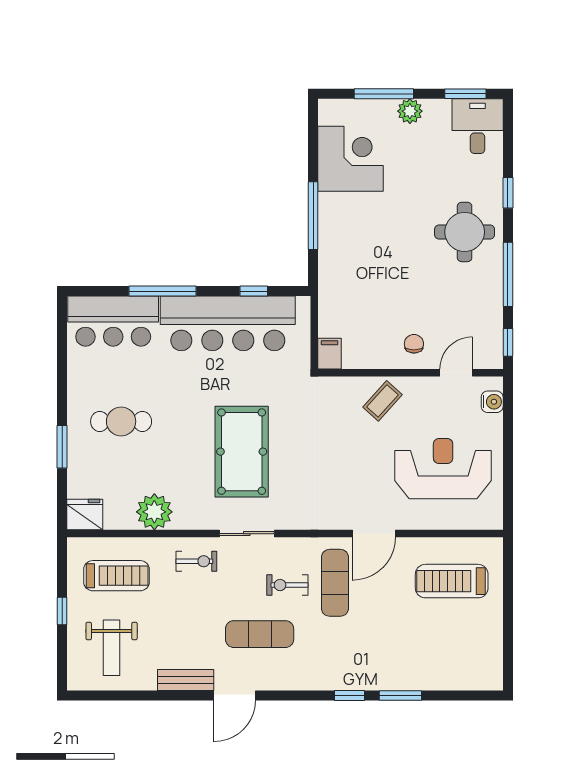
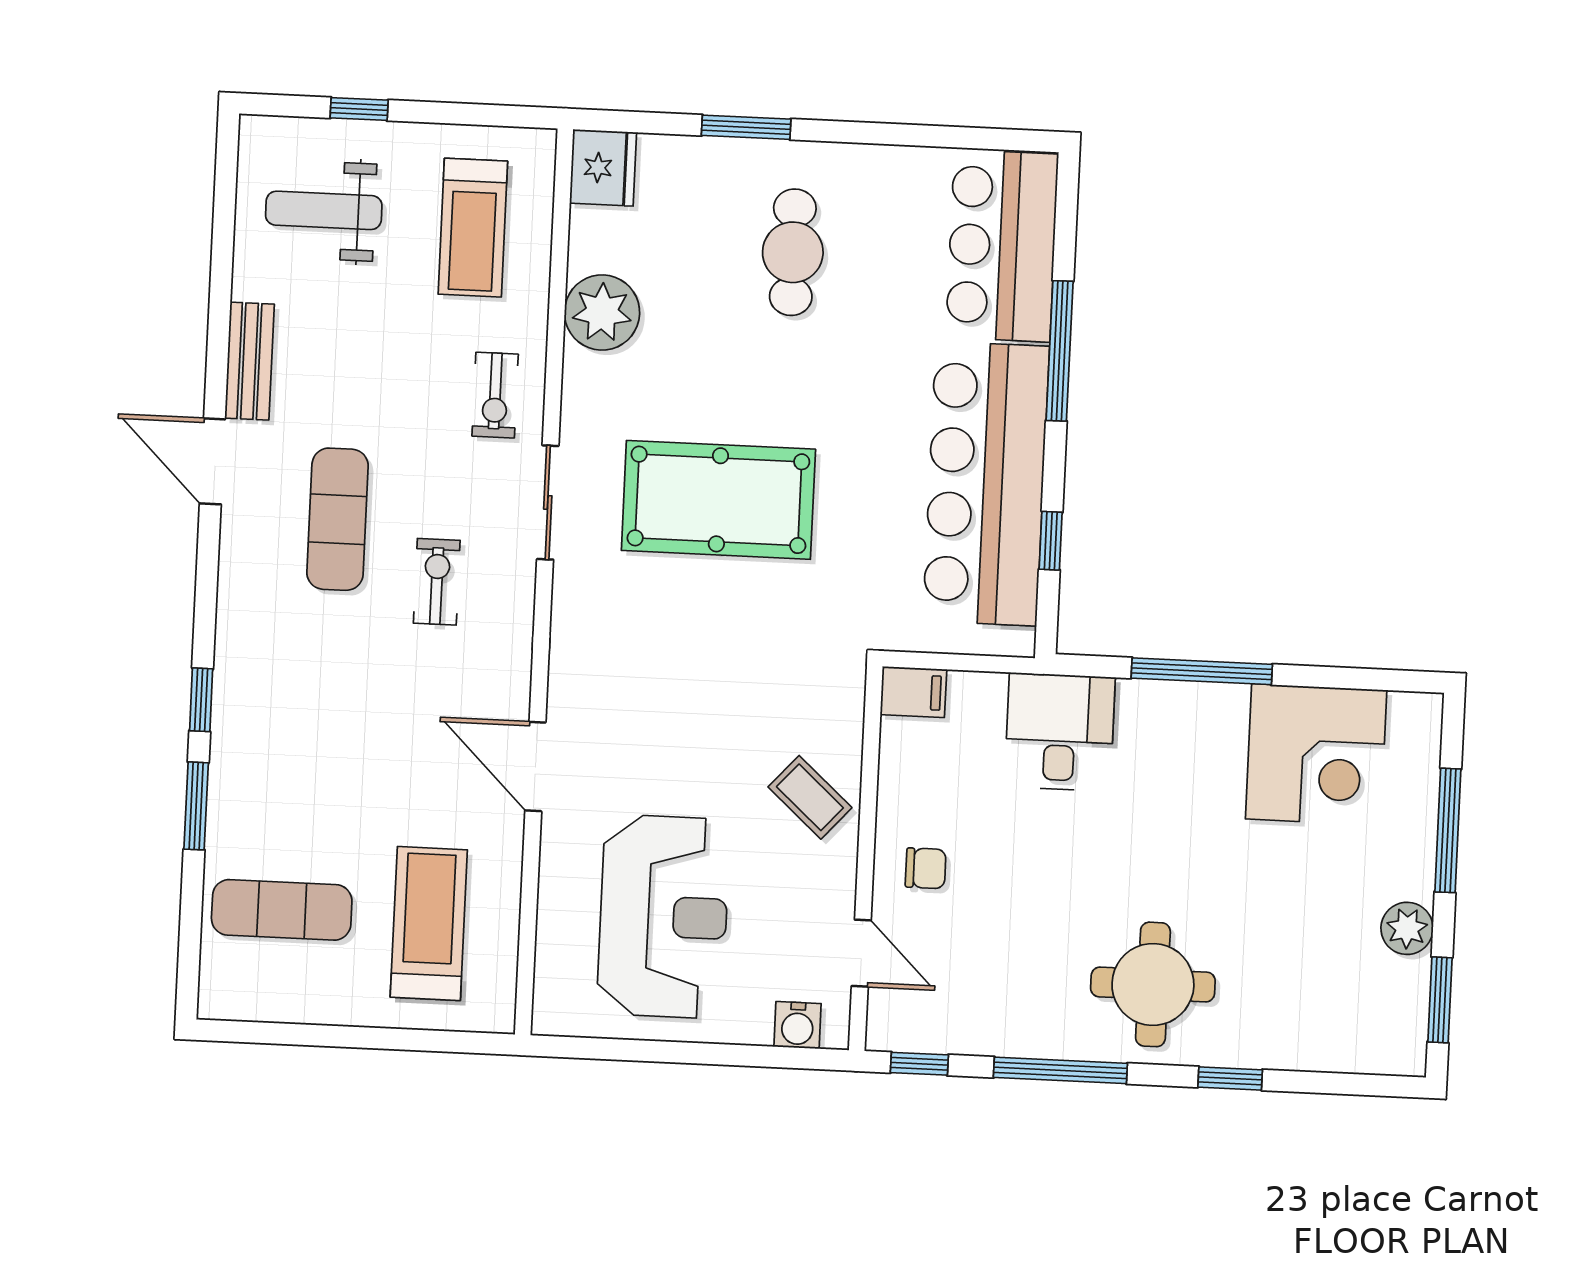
plant: (410, 111) -> (1407, 928), moved
desk: (478, 126) -> (1060, 732), moved, turned -90
exercise mat: (335, 583) -> (282, 910), moved
window: (62, 611) -> (359, 109), moved

